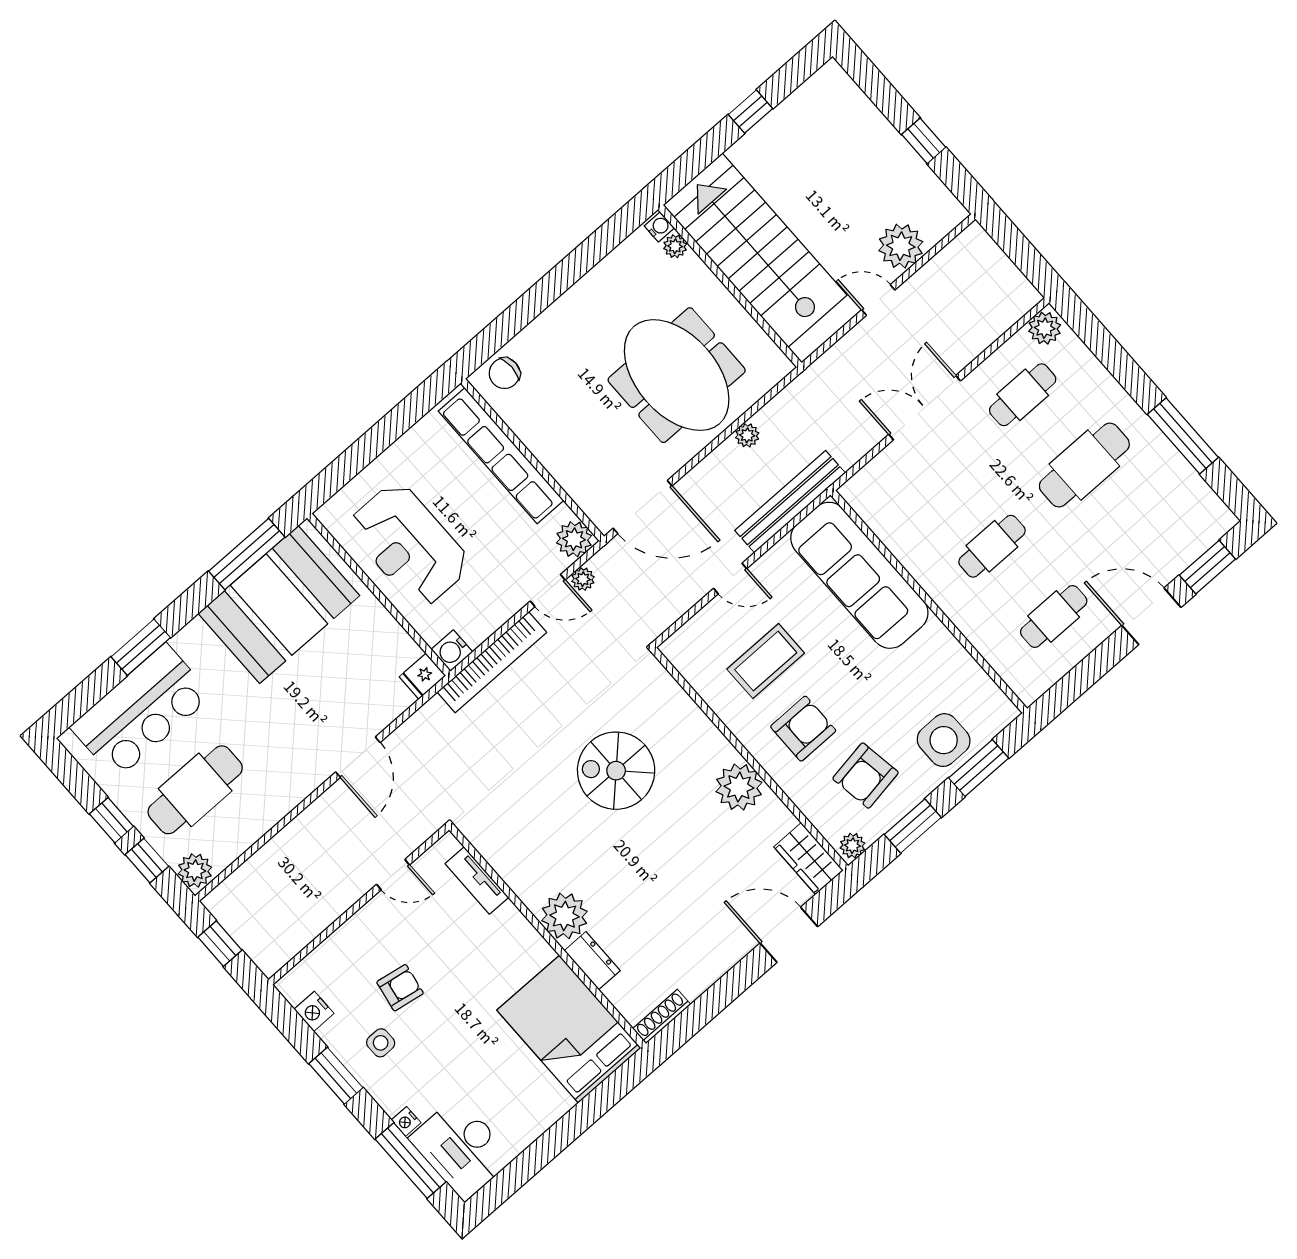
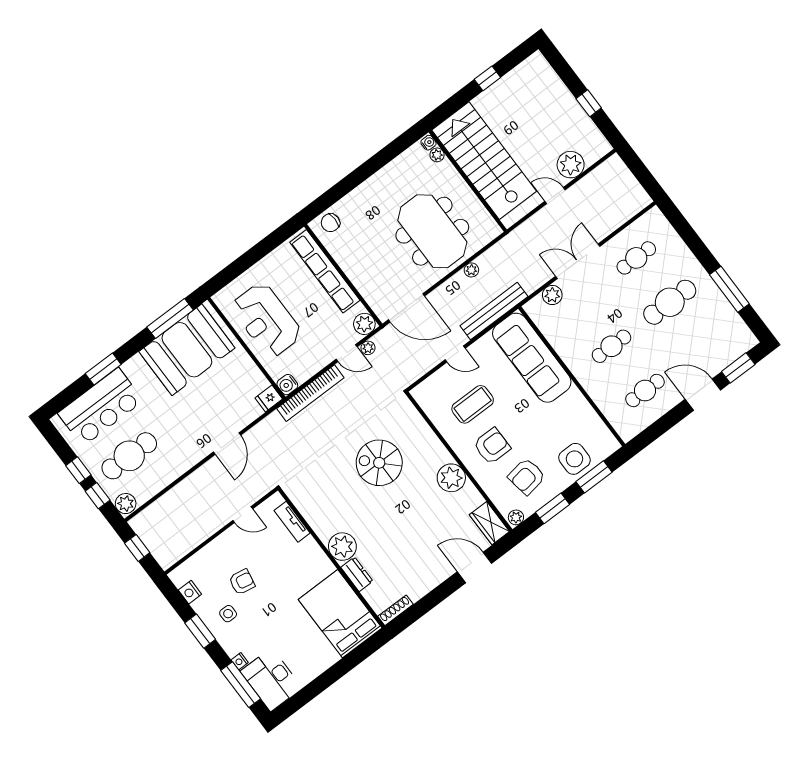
plant: (1045, 328) -> (552, 295), moved

